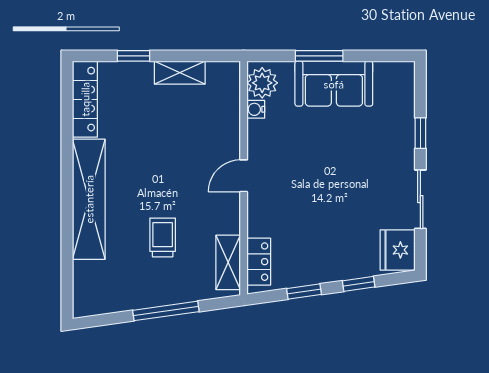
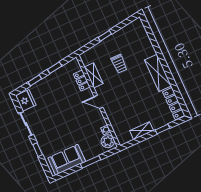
sofa: (334, 84) -> (67, 160), moved
door: (244, 176) -> (99, 102), swing flipped
shelving: (89, 199) -> (158, 73), width x0.68
shelving: (228, 262) -> (94, 75), moved
locker: (259, 262) -> (82, 80), moved
window: (166, 311) -> (105, 36), width x0.46

